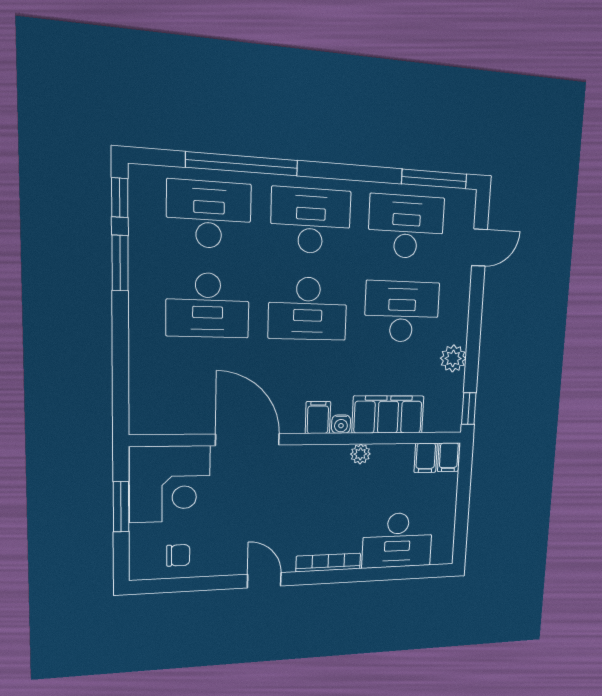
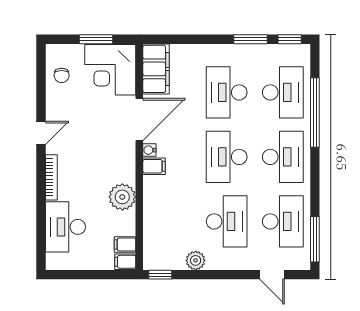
filing cabinet: (388, 415) -> (156, 69), moved
water cooler: (341, 424) -> (149, 150), moved
plant: (360, 454) -> (122, 197), width x1.88, depth x1.88

